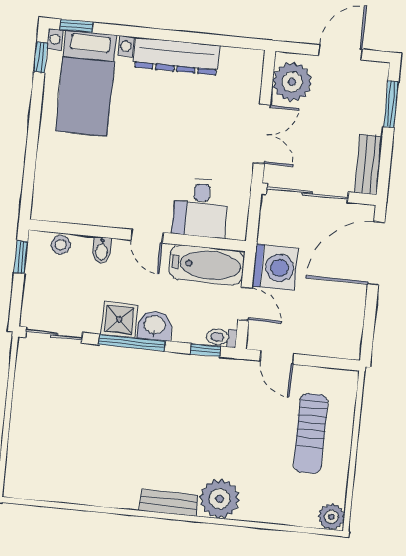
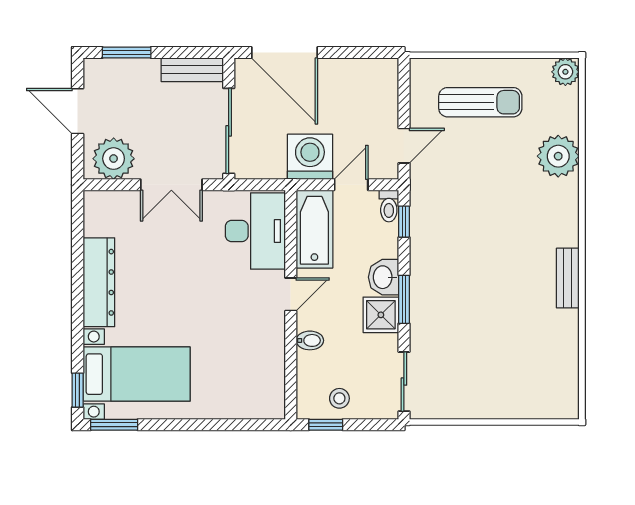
window: (41, 57) -> (114, 425), width x1.50
double door: (262, 134) -> (171, 185), swing flipped
desk: (201, 208) -> (255, 231), width x1.37
stool: (61, 245) -> (339, 398), moved
window: (132, 343) -> (404, 299), width x0.69
plant: (220, 499) -> (558, 156), moved
bench: (169, 503) -> (568, 278), moved

